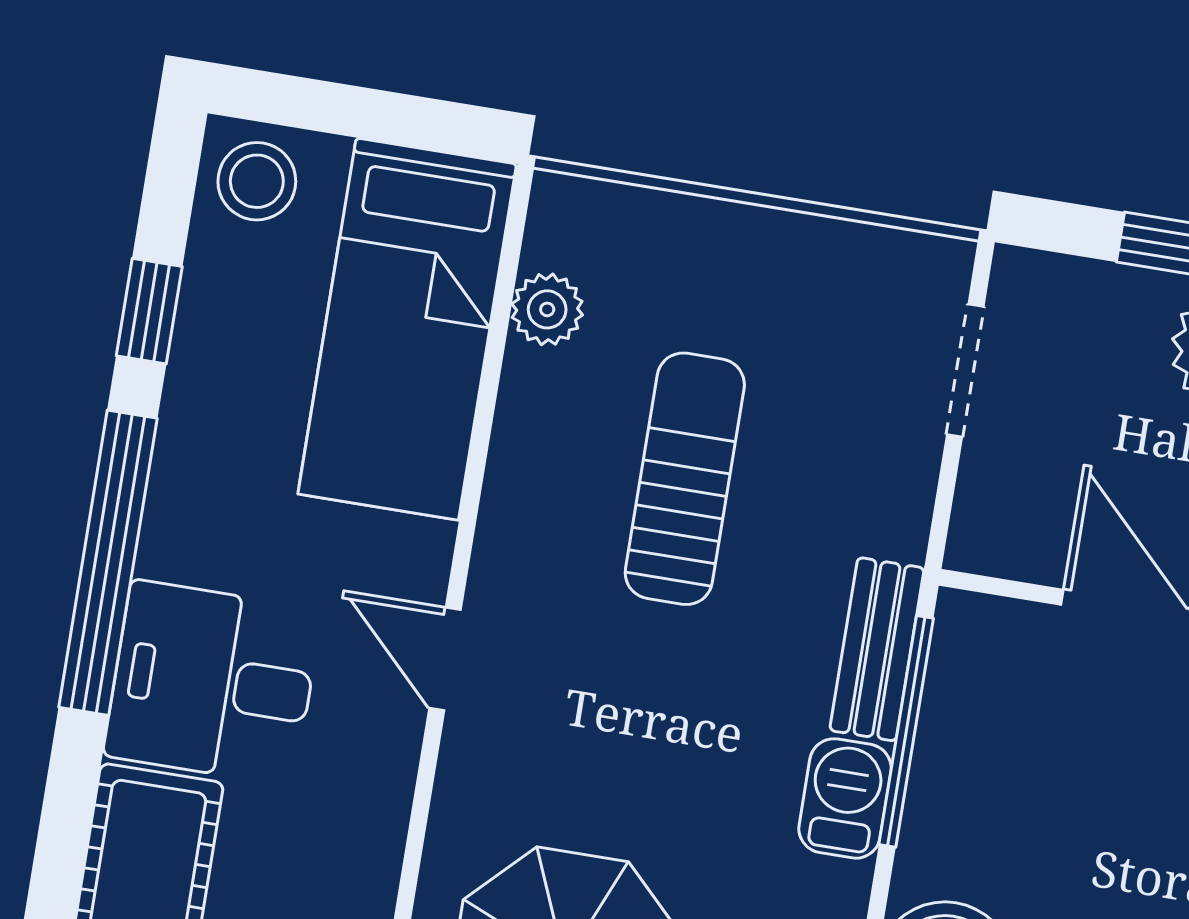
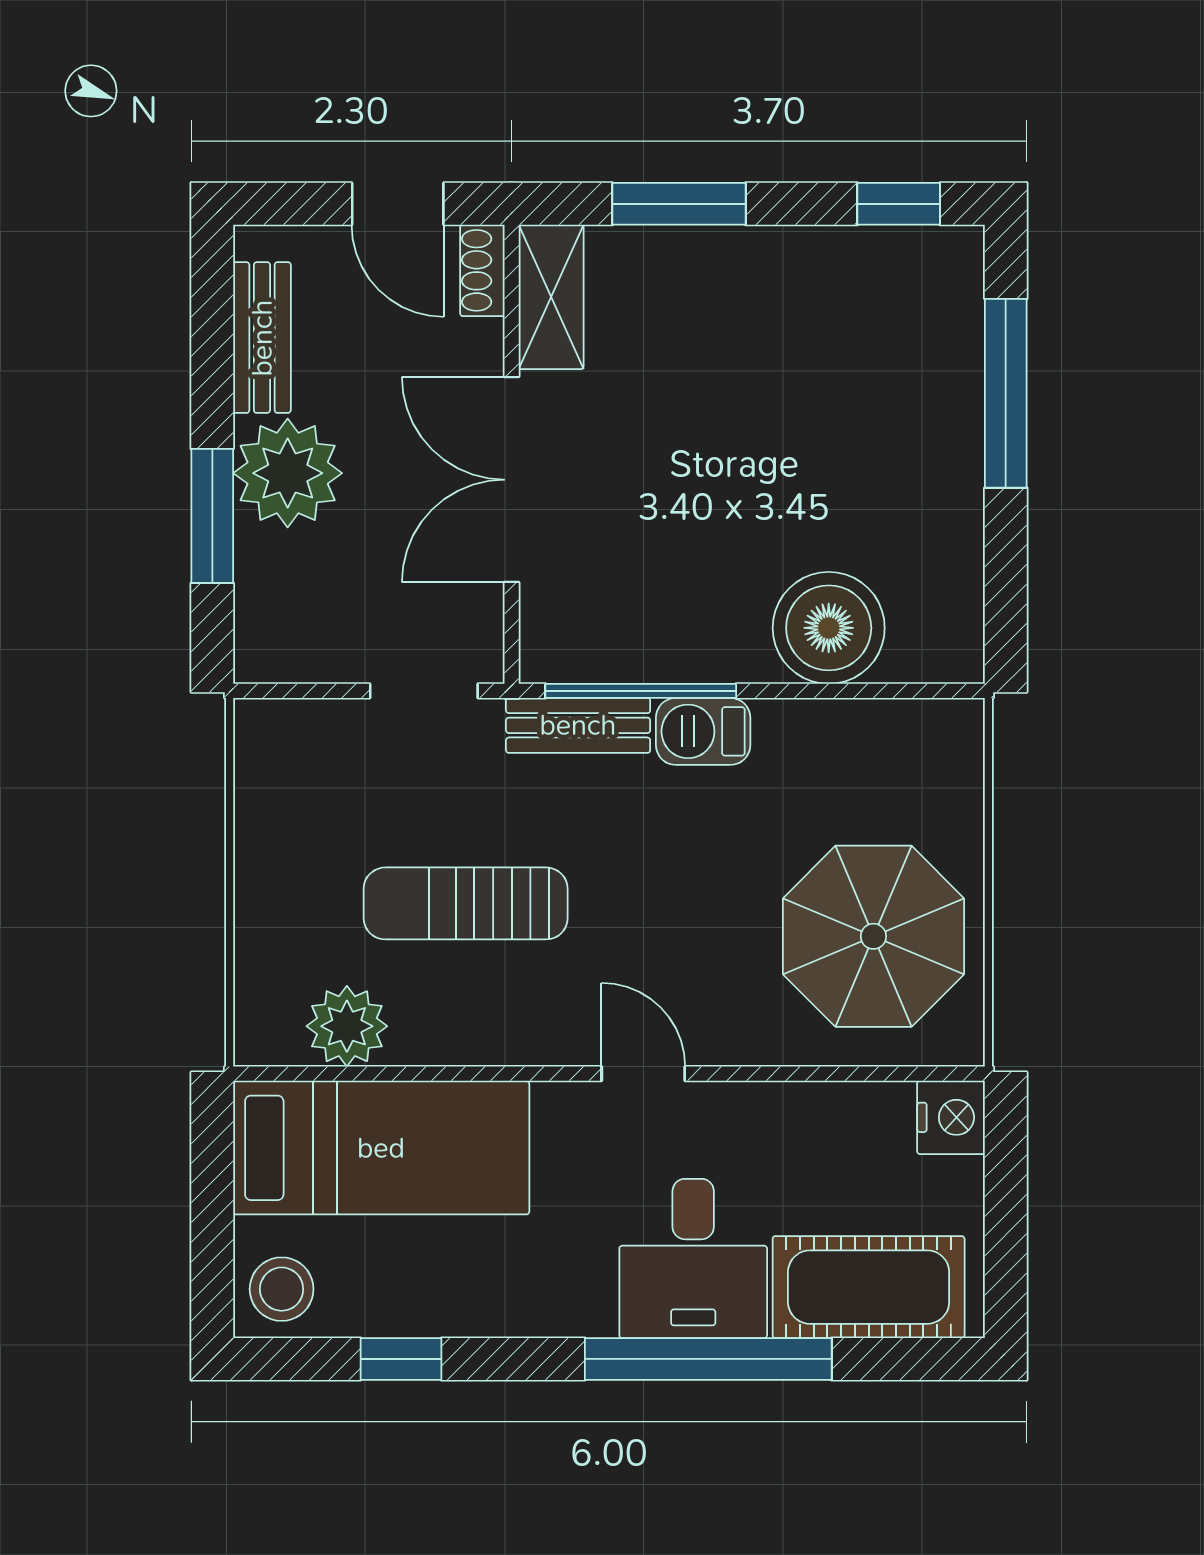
plant: (547, 309) -> (347, 1026), width x1.38, depth x1.38
doorway: (965, 371) -> (424, 691), moved
window: (108, 563) -> (708, 1359), moved
door: (445, 659) -> (643, 1074), swing flipped

